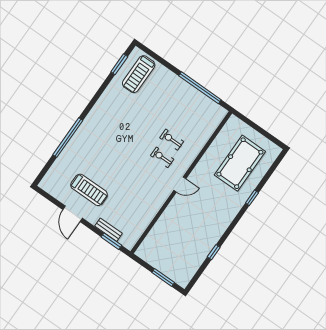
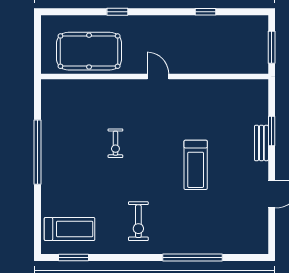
exercise bike: (162, 157) -> (138, 221), moved, width x1.38, depth x1.39
wall: (181, 182) -> (155, 76), moved
door: (180, 184) -> (158, 76), moved
treadmill: (89, 190) -> (196, 165), moved, turned 180

